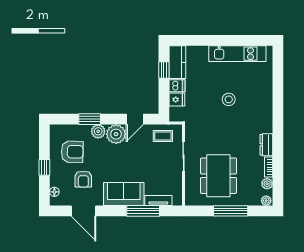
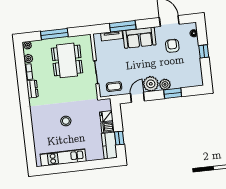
armchair: (72, 152) -> (183, 66), removed

